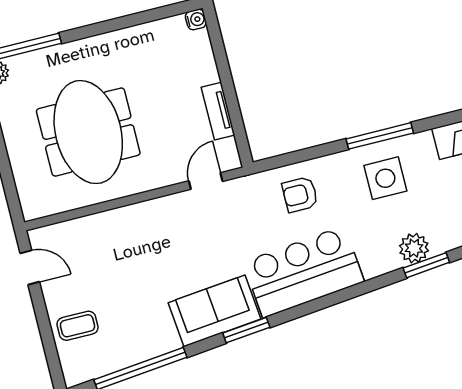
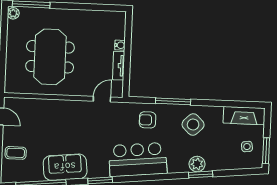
water cooler: (196, 19) -> (120, 45), moved
window: (380, 136) -> (173, 101), moved
side table: (385, 178) -> (193, 125), turned 45
sofa: (214, 311) -> (65, 167), moved

